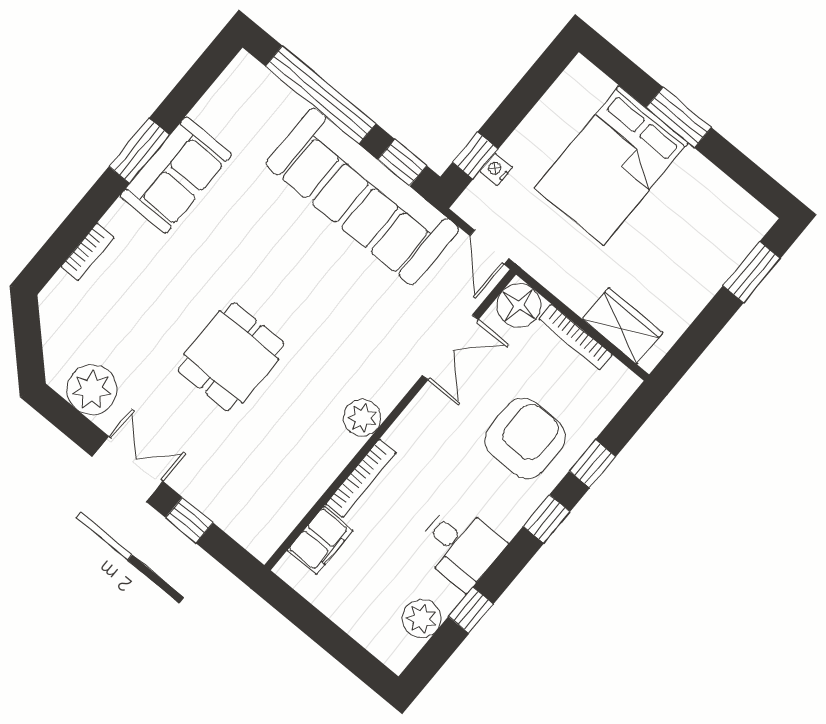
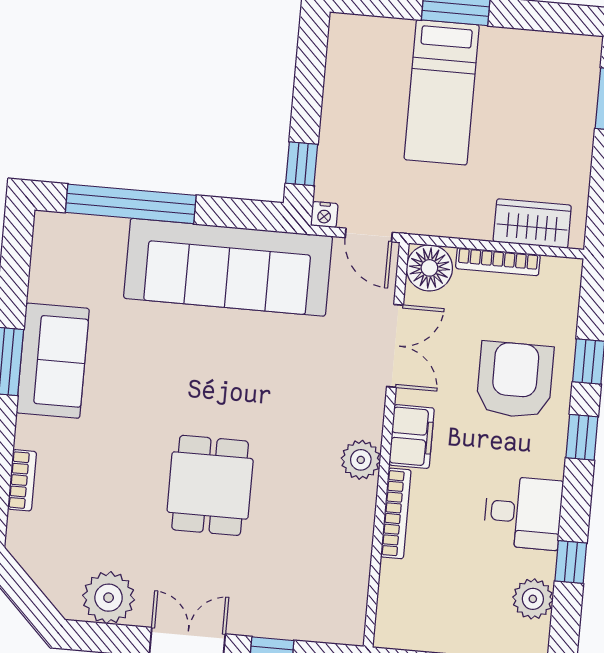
window: (402, 163) -> (242, 214), removed
bed: (611, 165) -> (442, 92), width x0.67
nightstand: (496, 169) -> (324, 215), moved, turned -90
filing cabinet: (320, 540) -> (412, 437), moved

